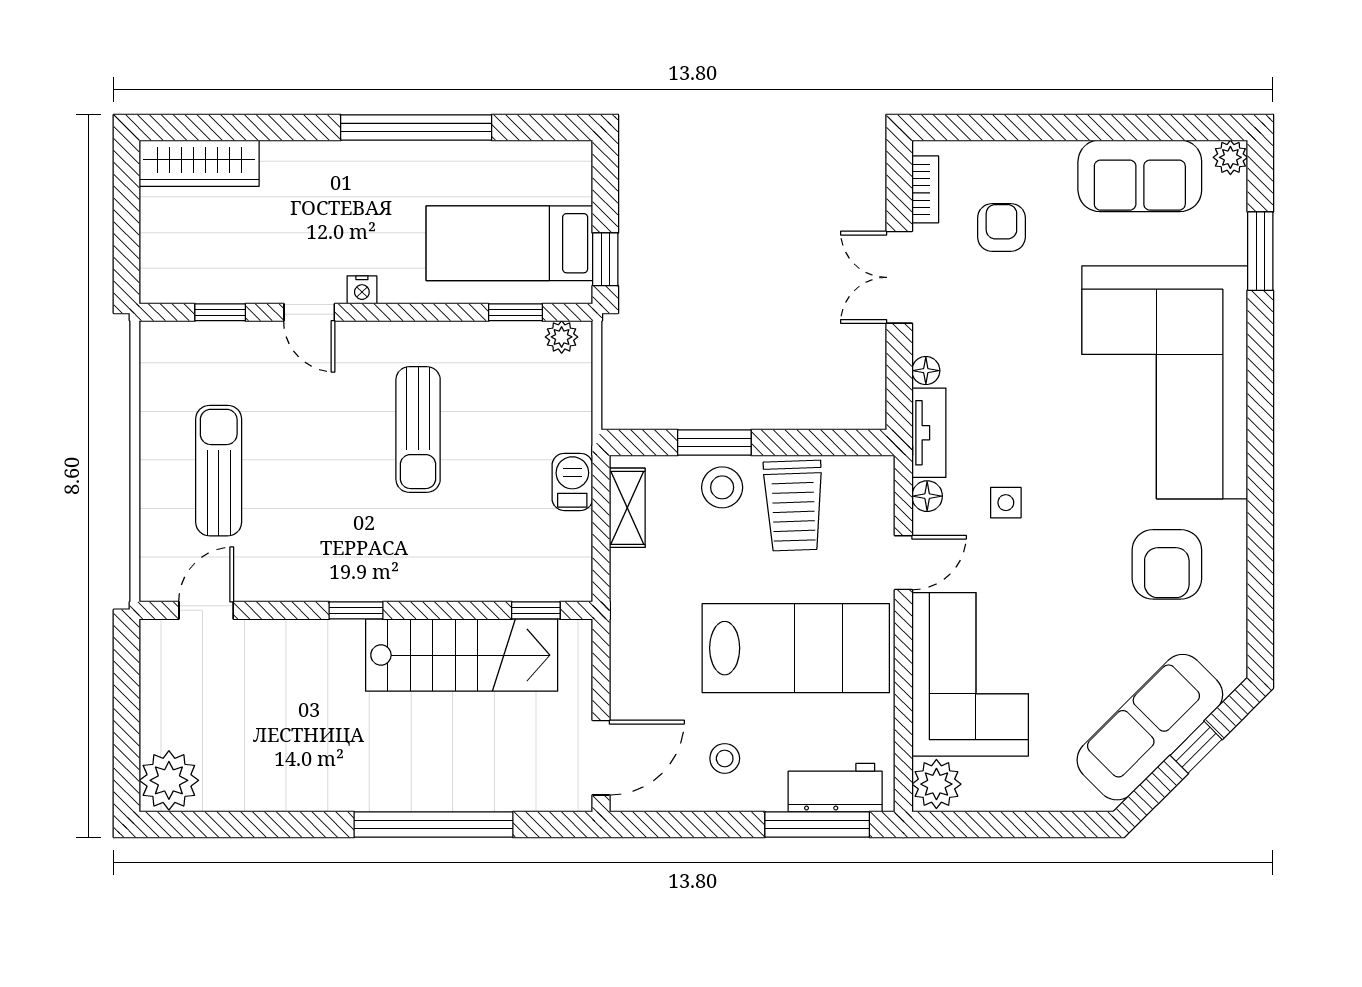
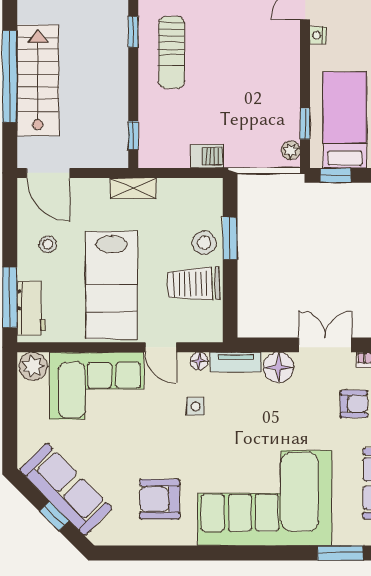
floor lamp: (926, 371) -> (279, 367), width x1.89, depth x1.89
sun lounger: (418, 429) -> (172, 52), moved, turned -90
shelving: (627, 508) -> (133, 188), moved
stairs: (462, 655) -> (38, 80), moved, turned 180

